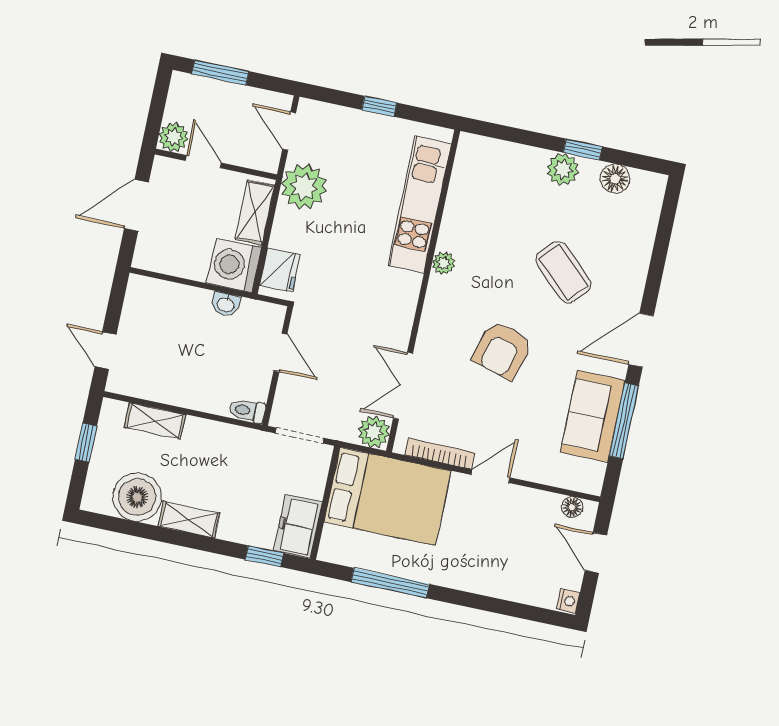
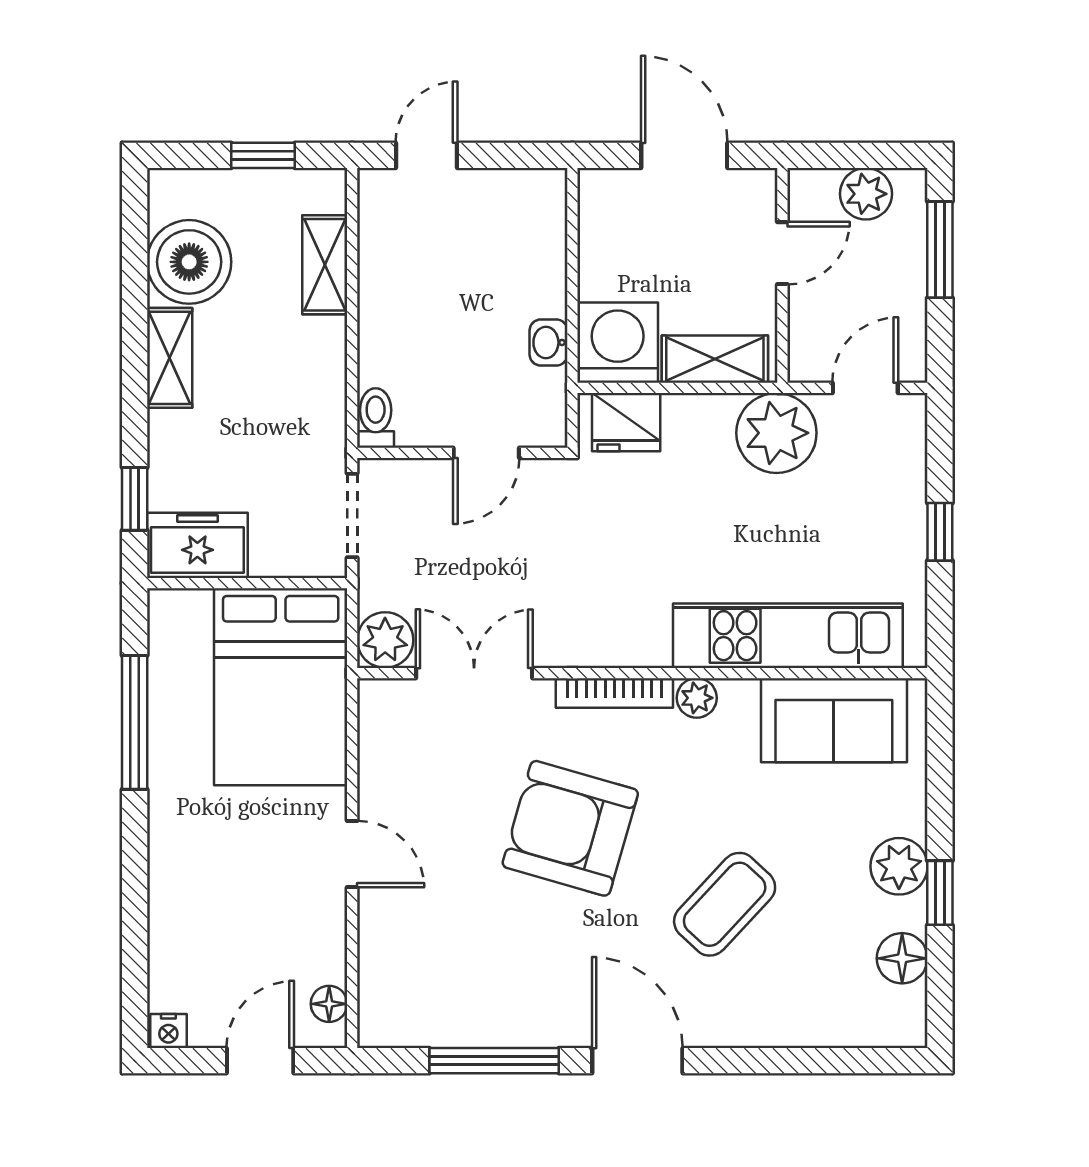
plant: (174, 137) -> (866, 194), moved
armchair: (502, 350) -> (570, 828), width x1.36, depth x1.36
sofa: (593, 416) -> (834, 720), moved, turned 180
bookcase: (440, 454) -> (614, 693), moved, turned 90

